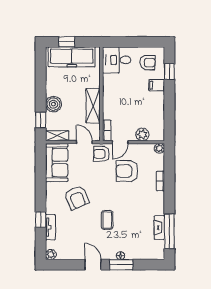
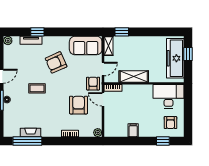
desk: (117, 60) -> (169, 96), width x1.37
filing cabinet: (157, 85) -> (133, 130), moved
boiler: (53, 104) -> (135, 43), removed
plant: (142, 134) -> (110, 118), removed

